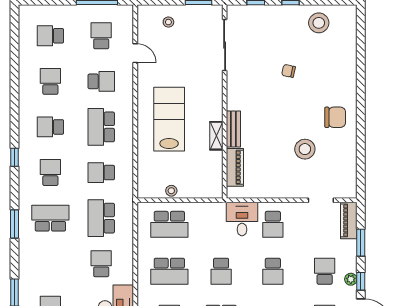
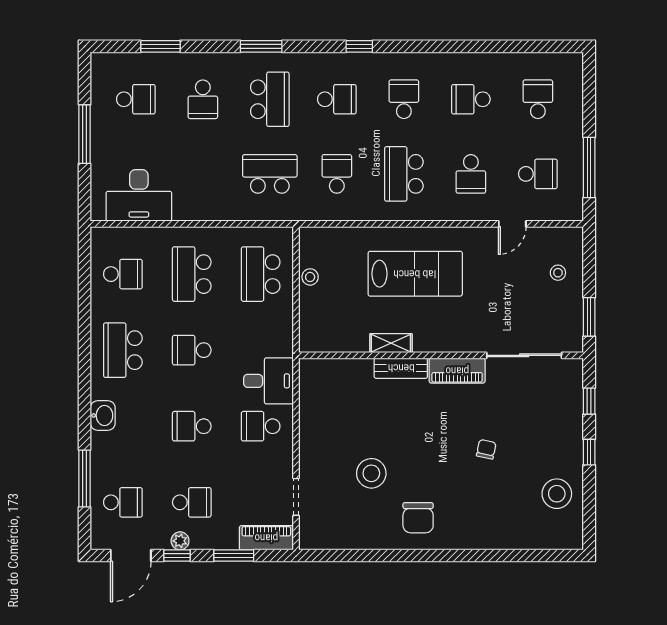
school desk: (50, 81) -> (471, 99), turned 180
school desk: (101, 127) -> (404, 174), turned -90
piano: (235, 167) -> (457, 371), moved
school desk: (101, 264) -> (203, 99), moved, turned 90

